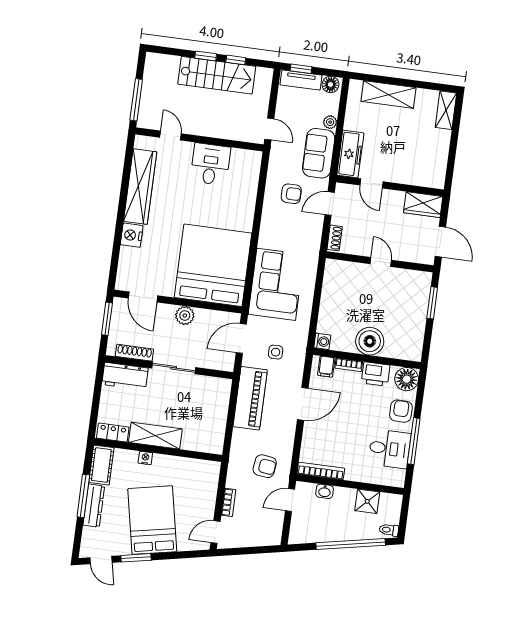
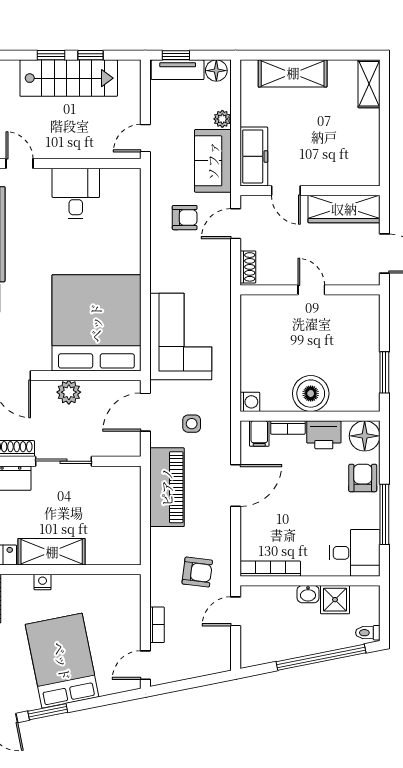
door: (269, 129) -> (145, 138), swing flipped
wardrobe: (423, 205) -> (344, 209), width x1.50
window: (432, 303) -> (384, 372), moved
desk: (390, 449) -> (355, 553), moved
washbasin: (325, 491) -> (308, 594), moved

